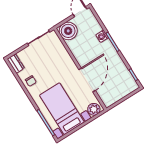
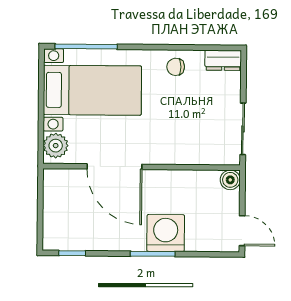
boiler: (68, 31) -> (230, 180), width x0.54, depth x0.54
washing machine: (102, 36) -> (166, 233), width x1.89, depth x1.89

